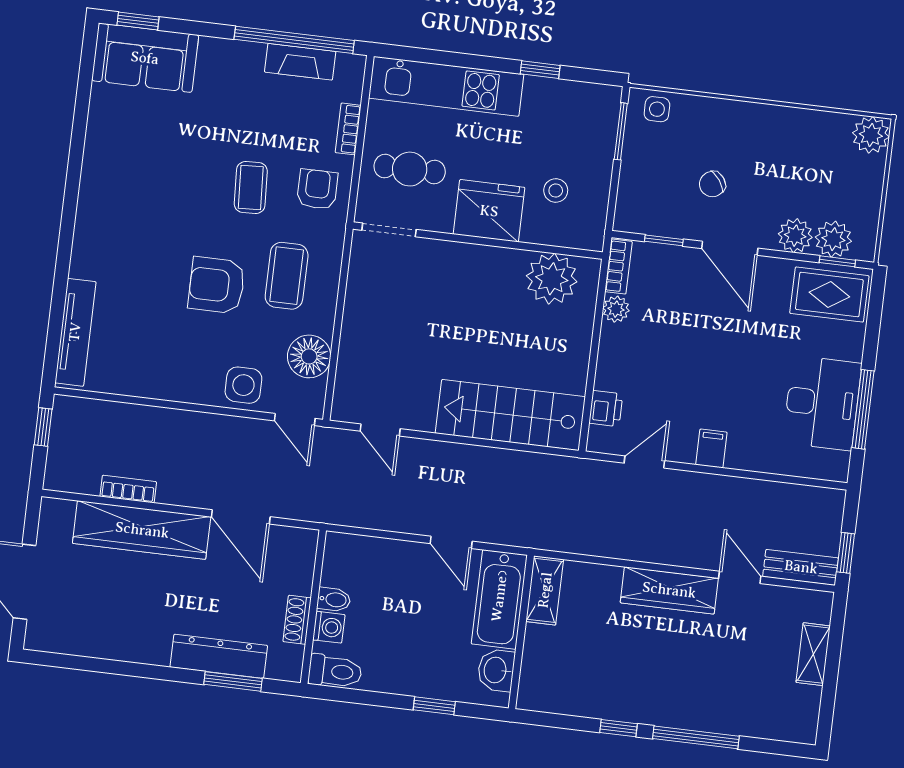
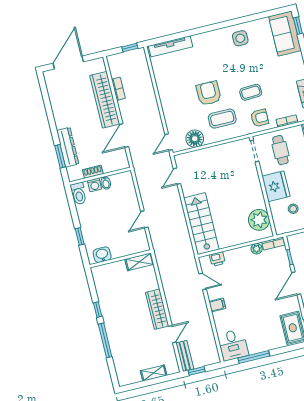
side table: (243, 385) -> (240, 38), moved
desk: (822, 403) -> (233, 345), moved, width x0.73
bathtub: (499, 599) -> (129, 246), removed

